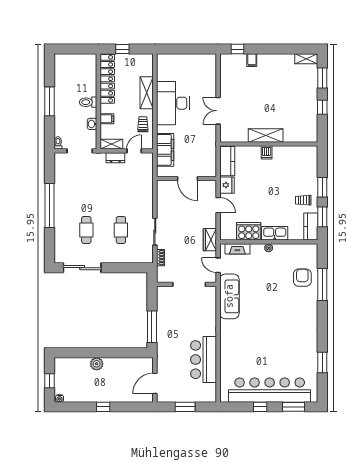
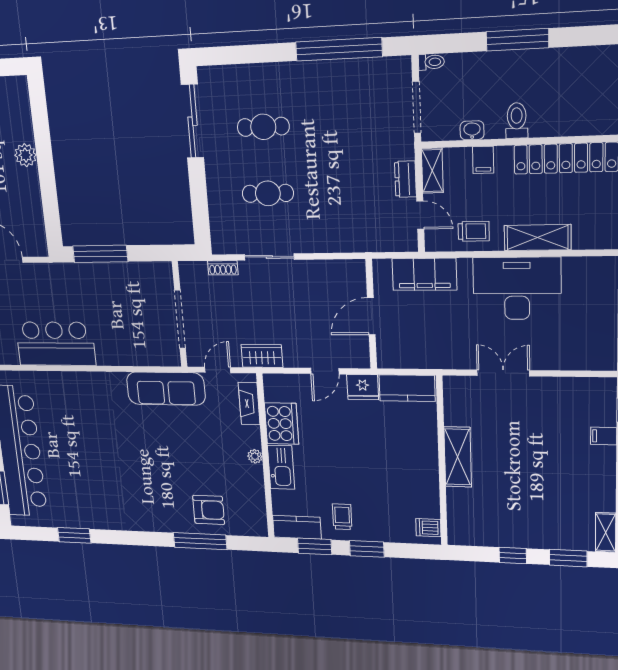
dishwasher: (267, 152) -> (428, 528), moved
window: (50, 206) -> (339, 49), moved

